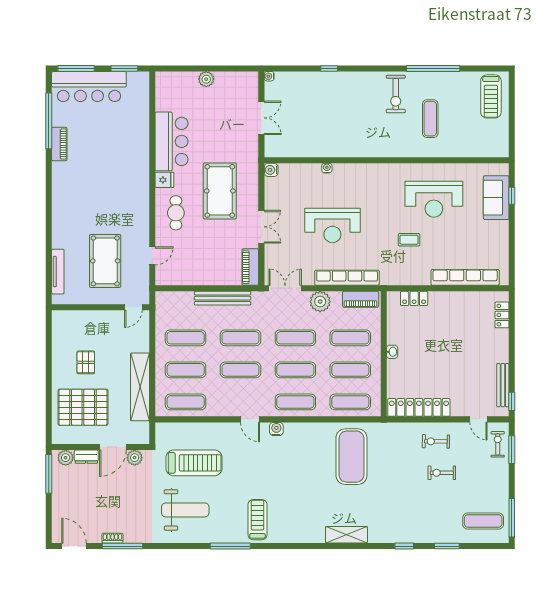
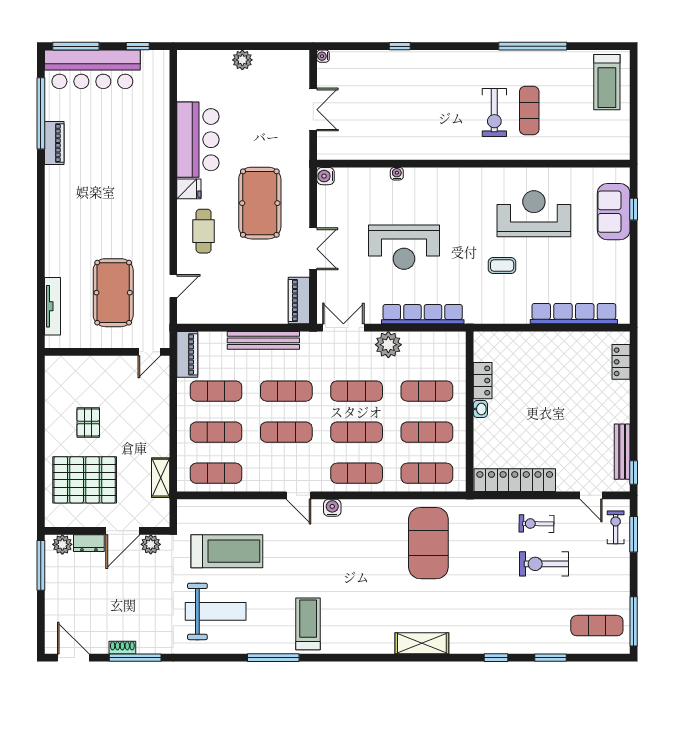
window: (124, 68) -> (138, 46), width x0.67
exercise bike: (396, 94) -> (494, 113), moved
reception desk: (434, 199) -> (534, 214), turned 180
locker: (414, 298) -> (483, 381), moved, turned -90
piano: (361, 299) -> (187, 354), moved, turned -90
shelving: (140, 387) -> (161, 478), width x0.45, depth x0.75
exercise bike: (442, 473) -> (544, 564), width x1.38, depth x1.39

